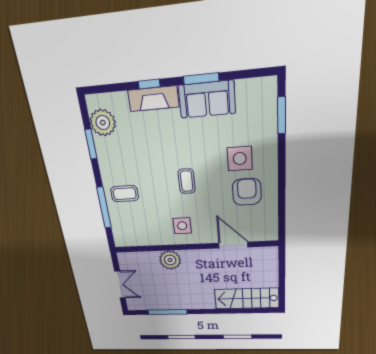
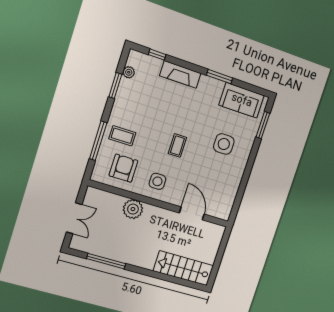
window: (149, 84) -> (157, 55), moved
sofa: (207, 99) -> (242, 100), moved
plant: (103, 123) -> (129, 72), width x0.53, depth x0.53
armchair: (247, 192) -> (124, 168), moved

